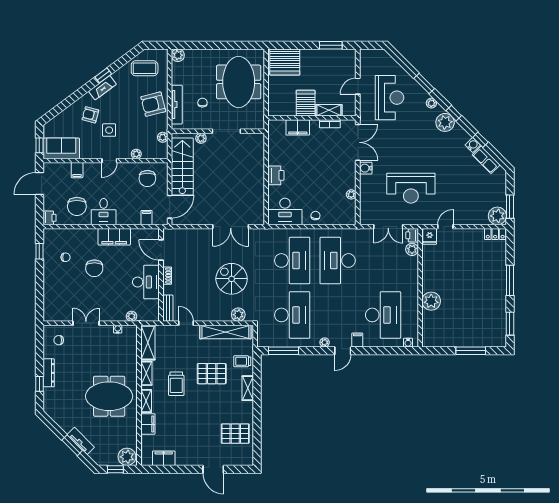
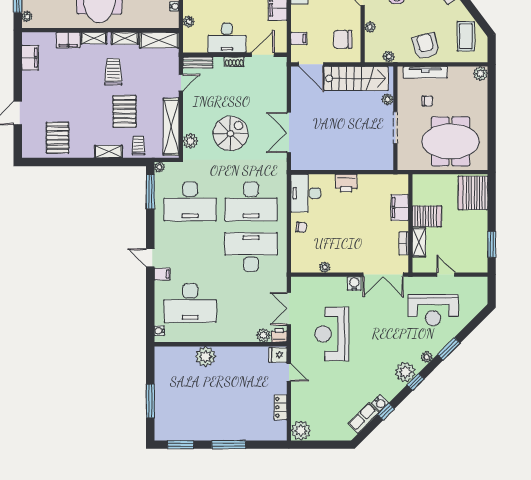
window: (510, 207) -> (311, 445), removed
locker: (495, 234) -> (280, 407), moved
plant: (325, 342) -> (159, 167), moved
trolley: (176, 384) -> (113, 72), turned 90
plant: (127, 457) -> (27, 17), width x0.53, depth x0.53

